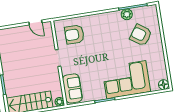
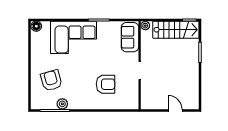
door: (35, 22) -> (175, 111), moved
armchair: (74, 34) -> (105, 84), moved
armchair: (141, 35) -> (51, 80), turned -141

